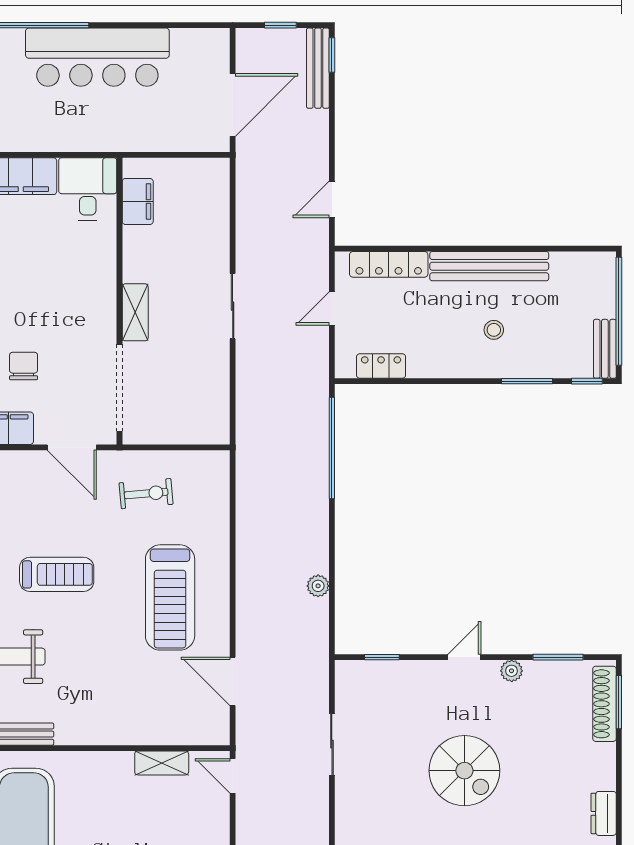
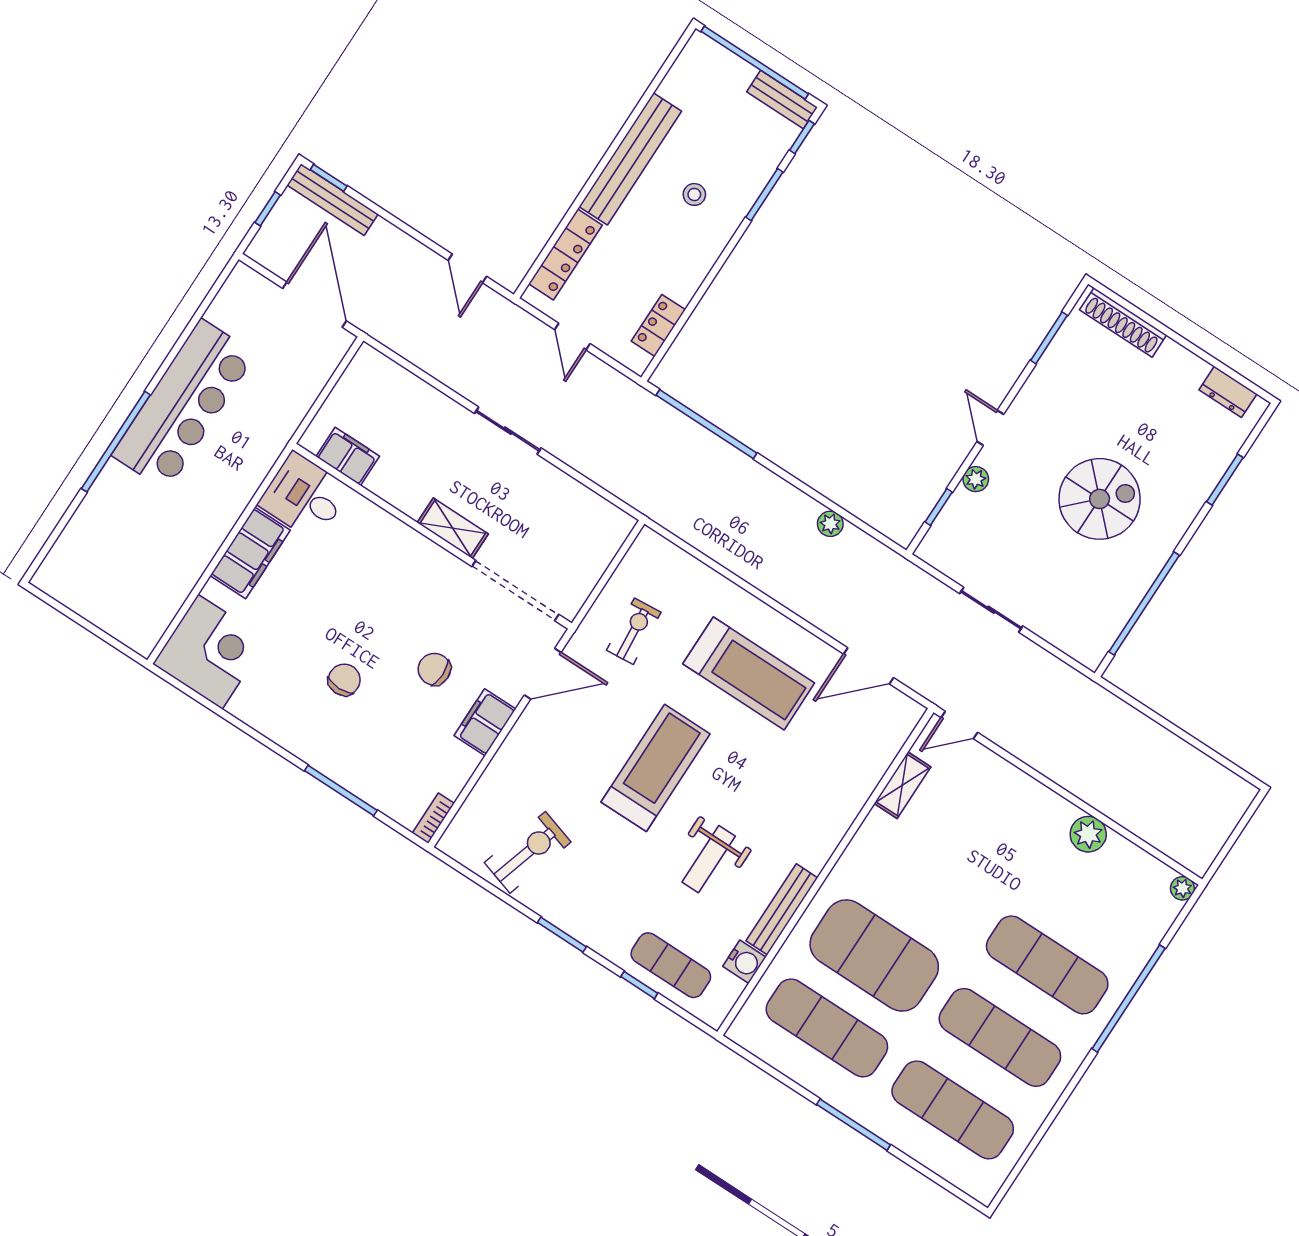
treadmill: (57, 574) -> (655, 768), width x1.37, depth x1.38
plant: (512, 671) -> (976, 479), moved
window: (619, 702) -> (1131, 308), removed

